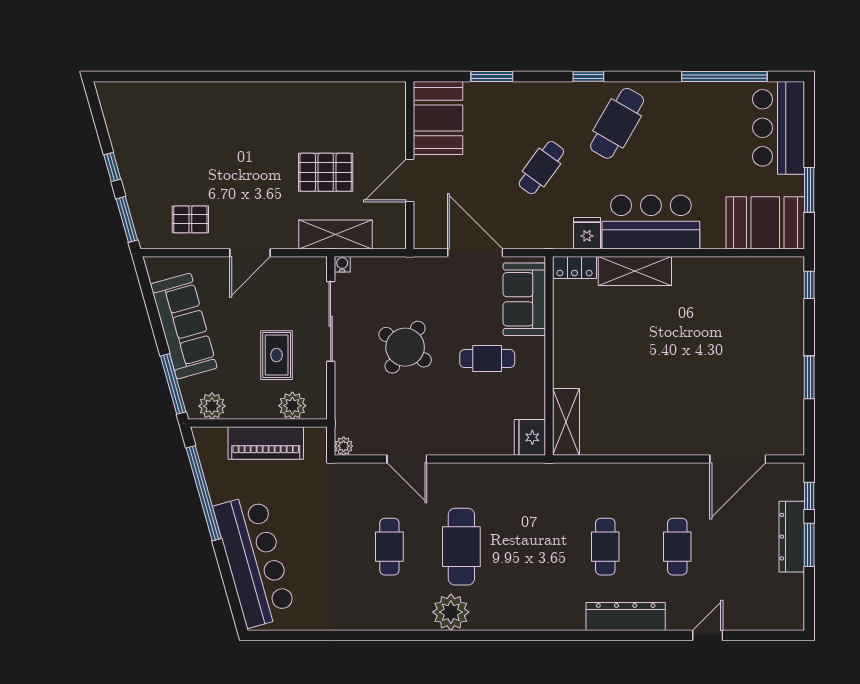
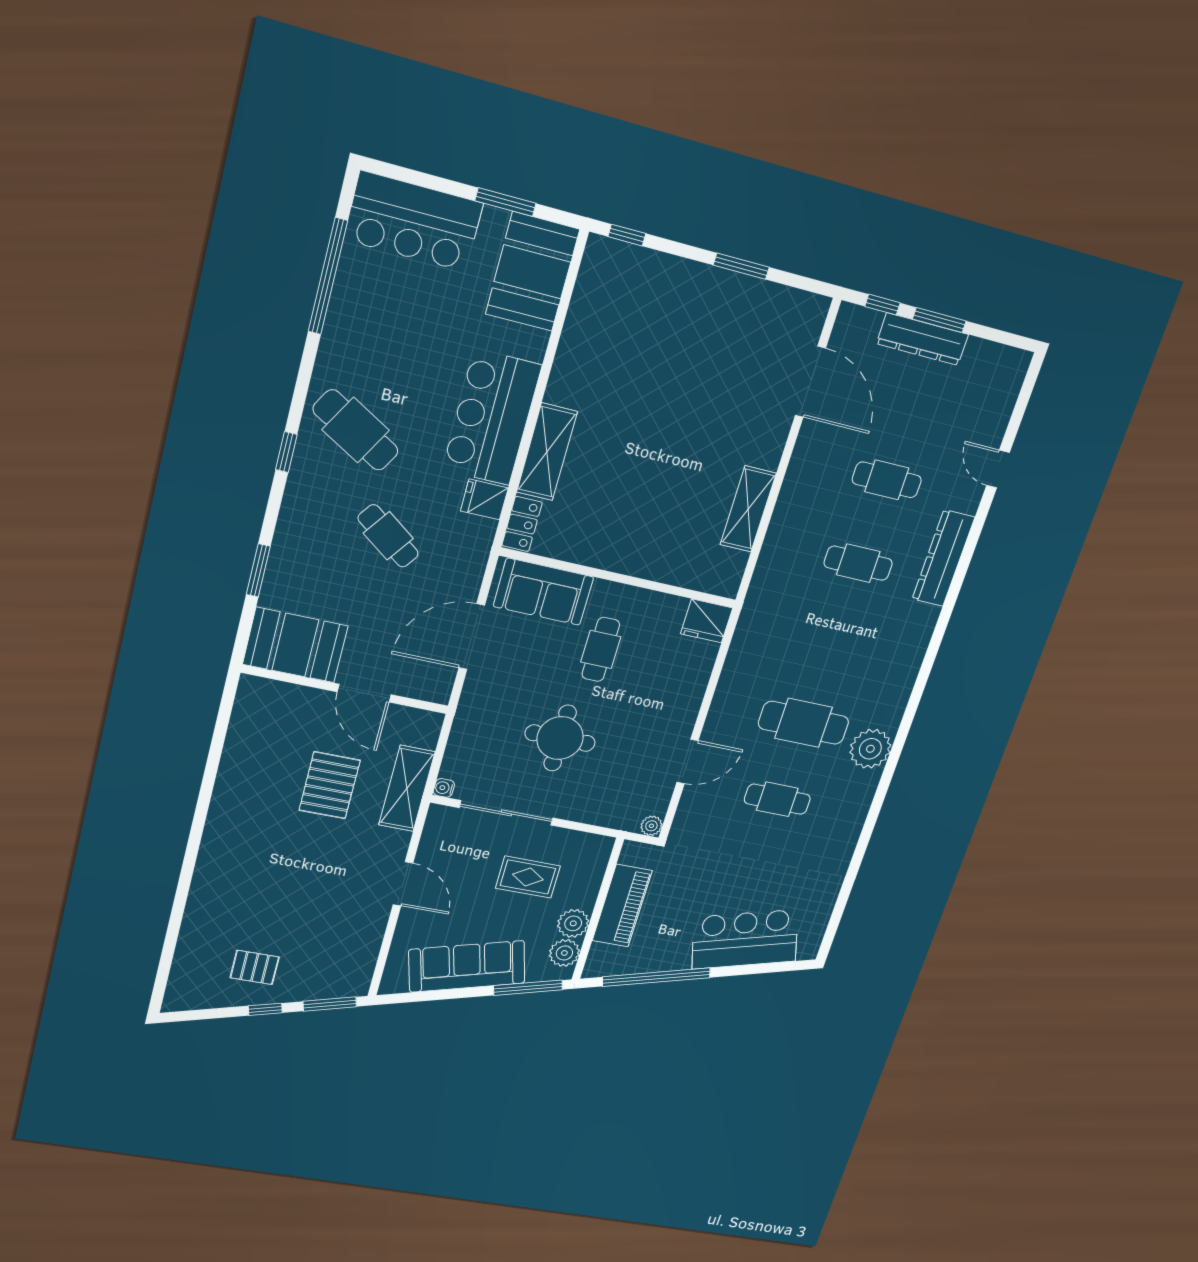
pallet: (190, 219) -> (255, 967), moved, turned 90
round table: (405, 347) -> (560, 738), turned -34
plant: (292, 406) -> (573, 923), moved
shelving: (566, 422) -> (748, 509), moved, turned 90
bar counter: (255, 561) -> (745, 939), width x0.73

